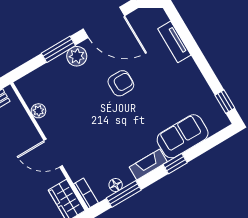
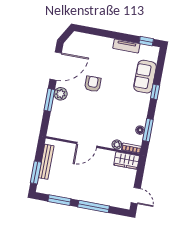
tv unit: (174, 42) -> (126, 46), moved
plant: (38, 111) -> (117, 145), moved
door: (53, 153) -> (87, 145), moved
fireplace: (148, 164) -> (144, 105), removed

